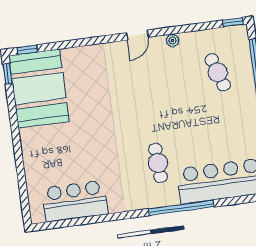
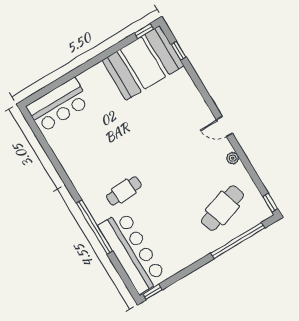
window: (27, 50) -> (178, 50), moved
cafe table: (218, 72) -> (222, 208), width x1.37, depth x1.35
bar counter: (75, 201) -> (58, 105), moved, turned 90

